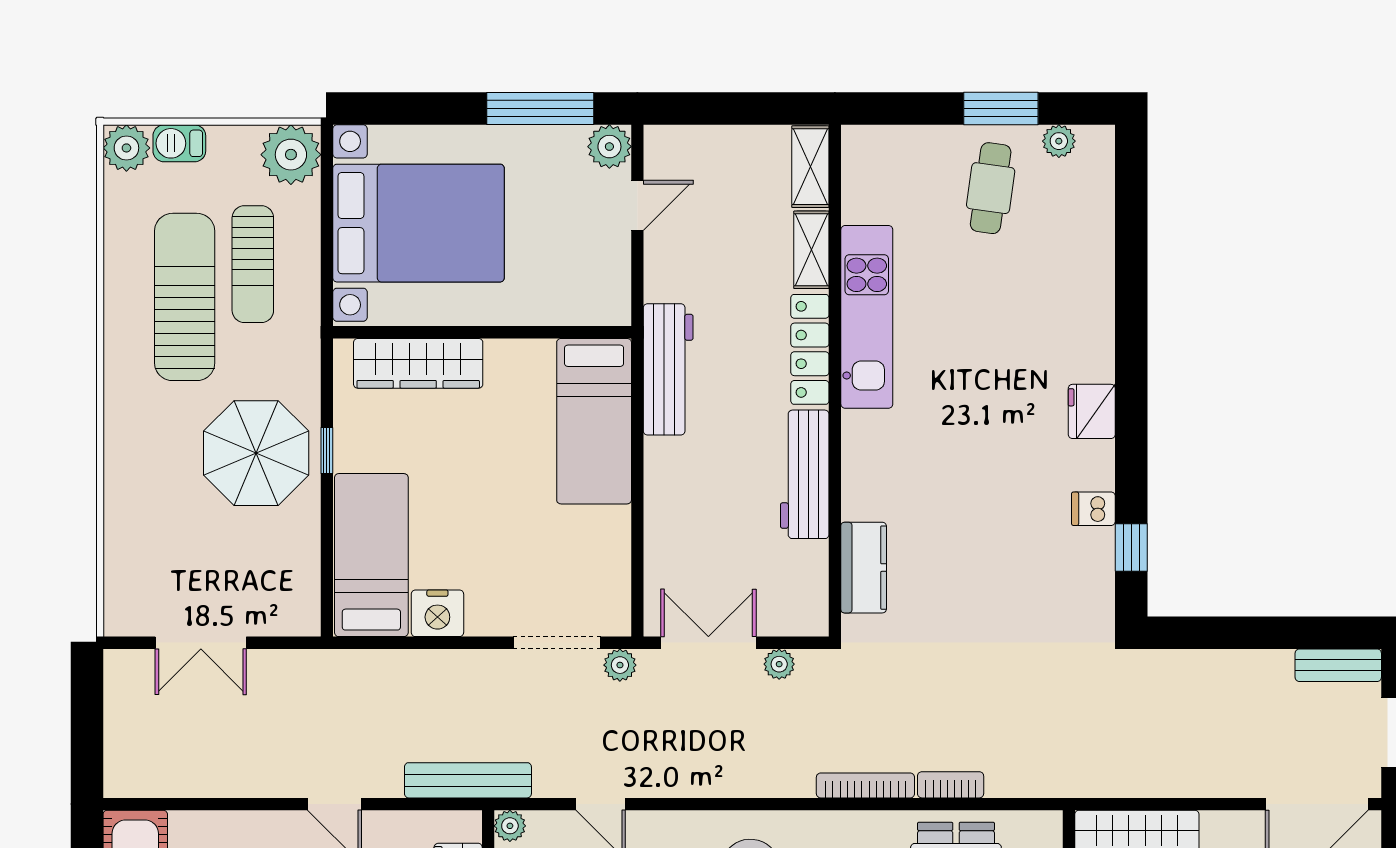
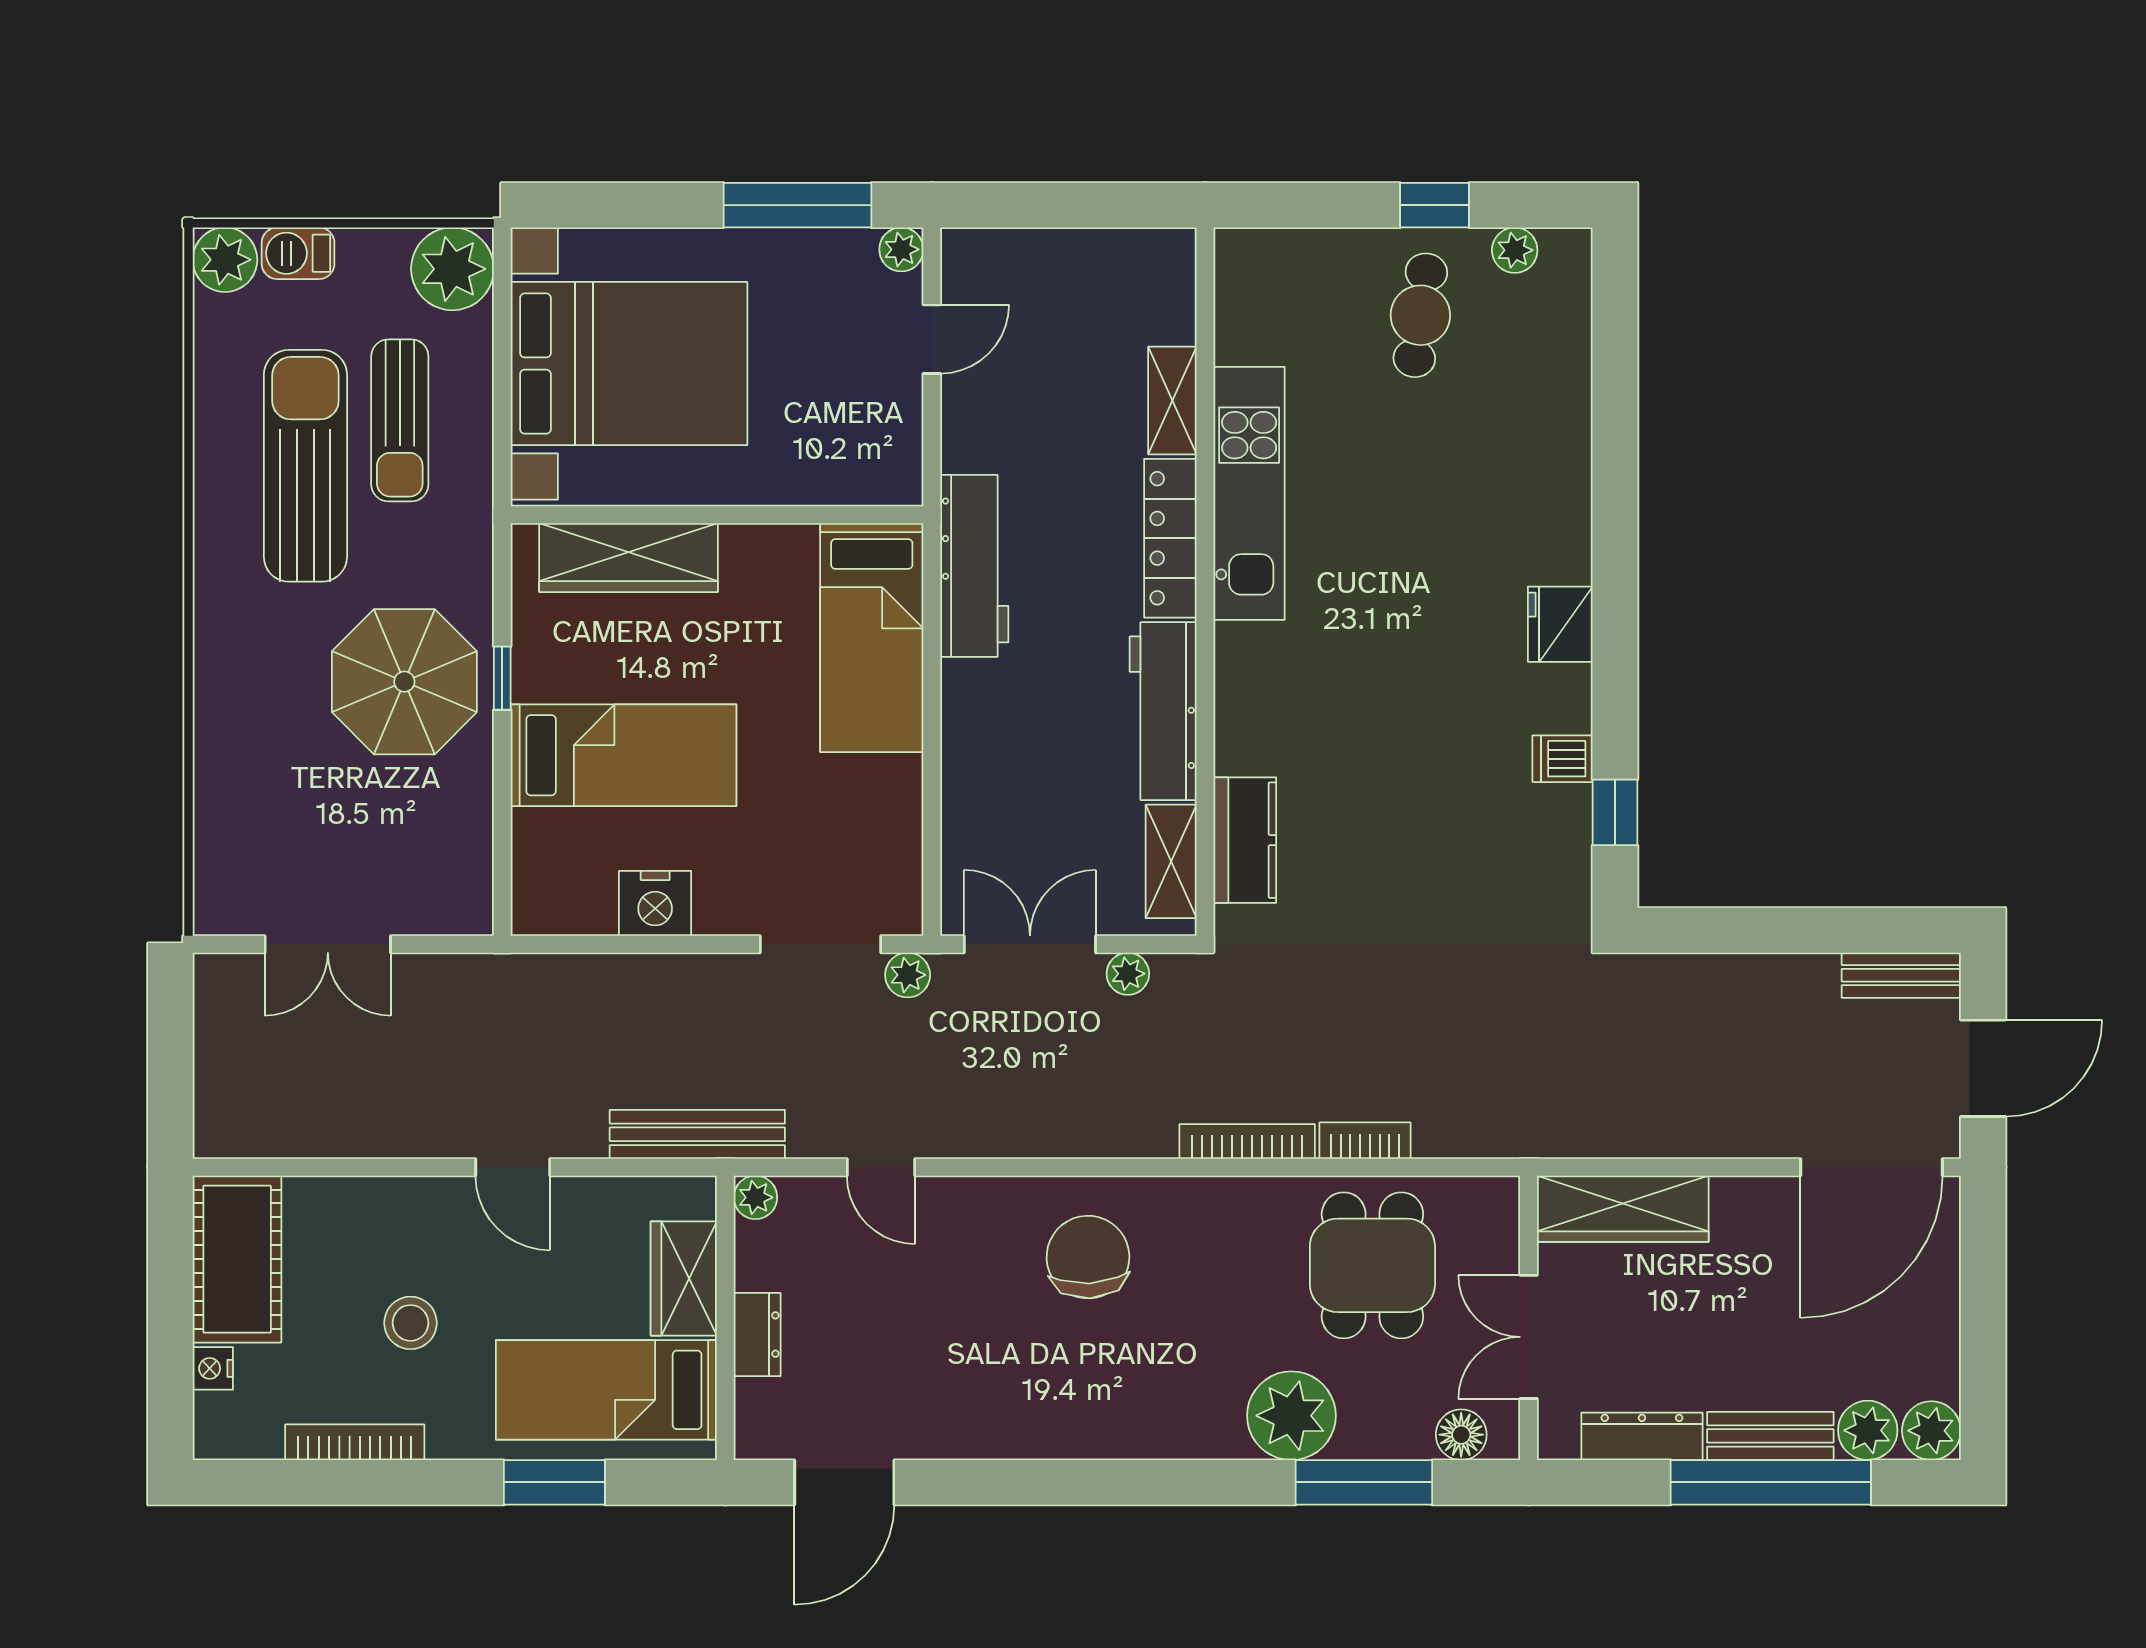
window: (1001, 109) -> (1435, 205), width x0.67
plant: (609, 147) -> (901, 249), width x0.73, depth x0.73
shelving: (810, 167) -> (1171, 861), moved
bed: (371, 555) -> (624, 755), moved, turned 90

